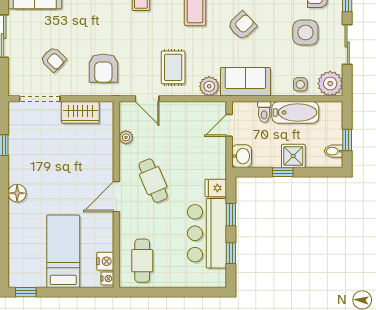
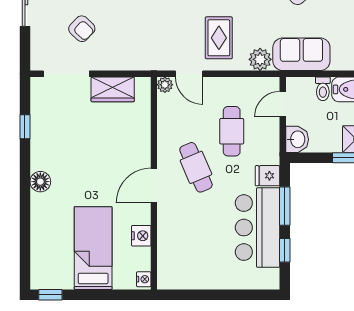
armchair: (103, 68) -> (139, 39), removed
plant: (126, 137) -> (165, 85), moved
window: (231, 215) -> (285, 206), width x1.50
nightstand: (105, 261) -> (141, 236), moved
cafe table: (142, 261) -> (232, 131), moved

